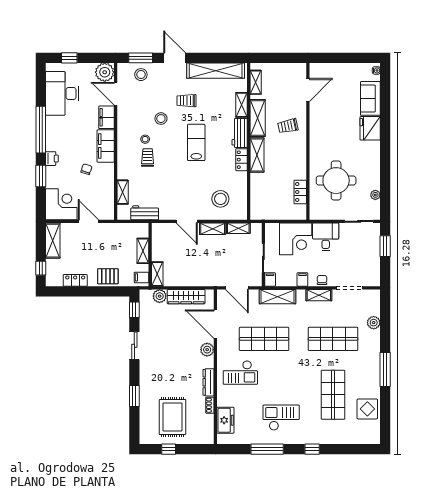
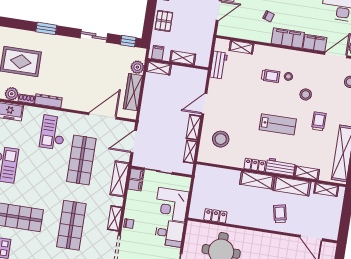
filing cabinet: (302, 280) -> (135, 185), moved
plant: (207, 350) -> (12, 94), moved

